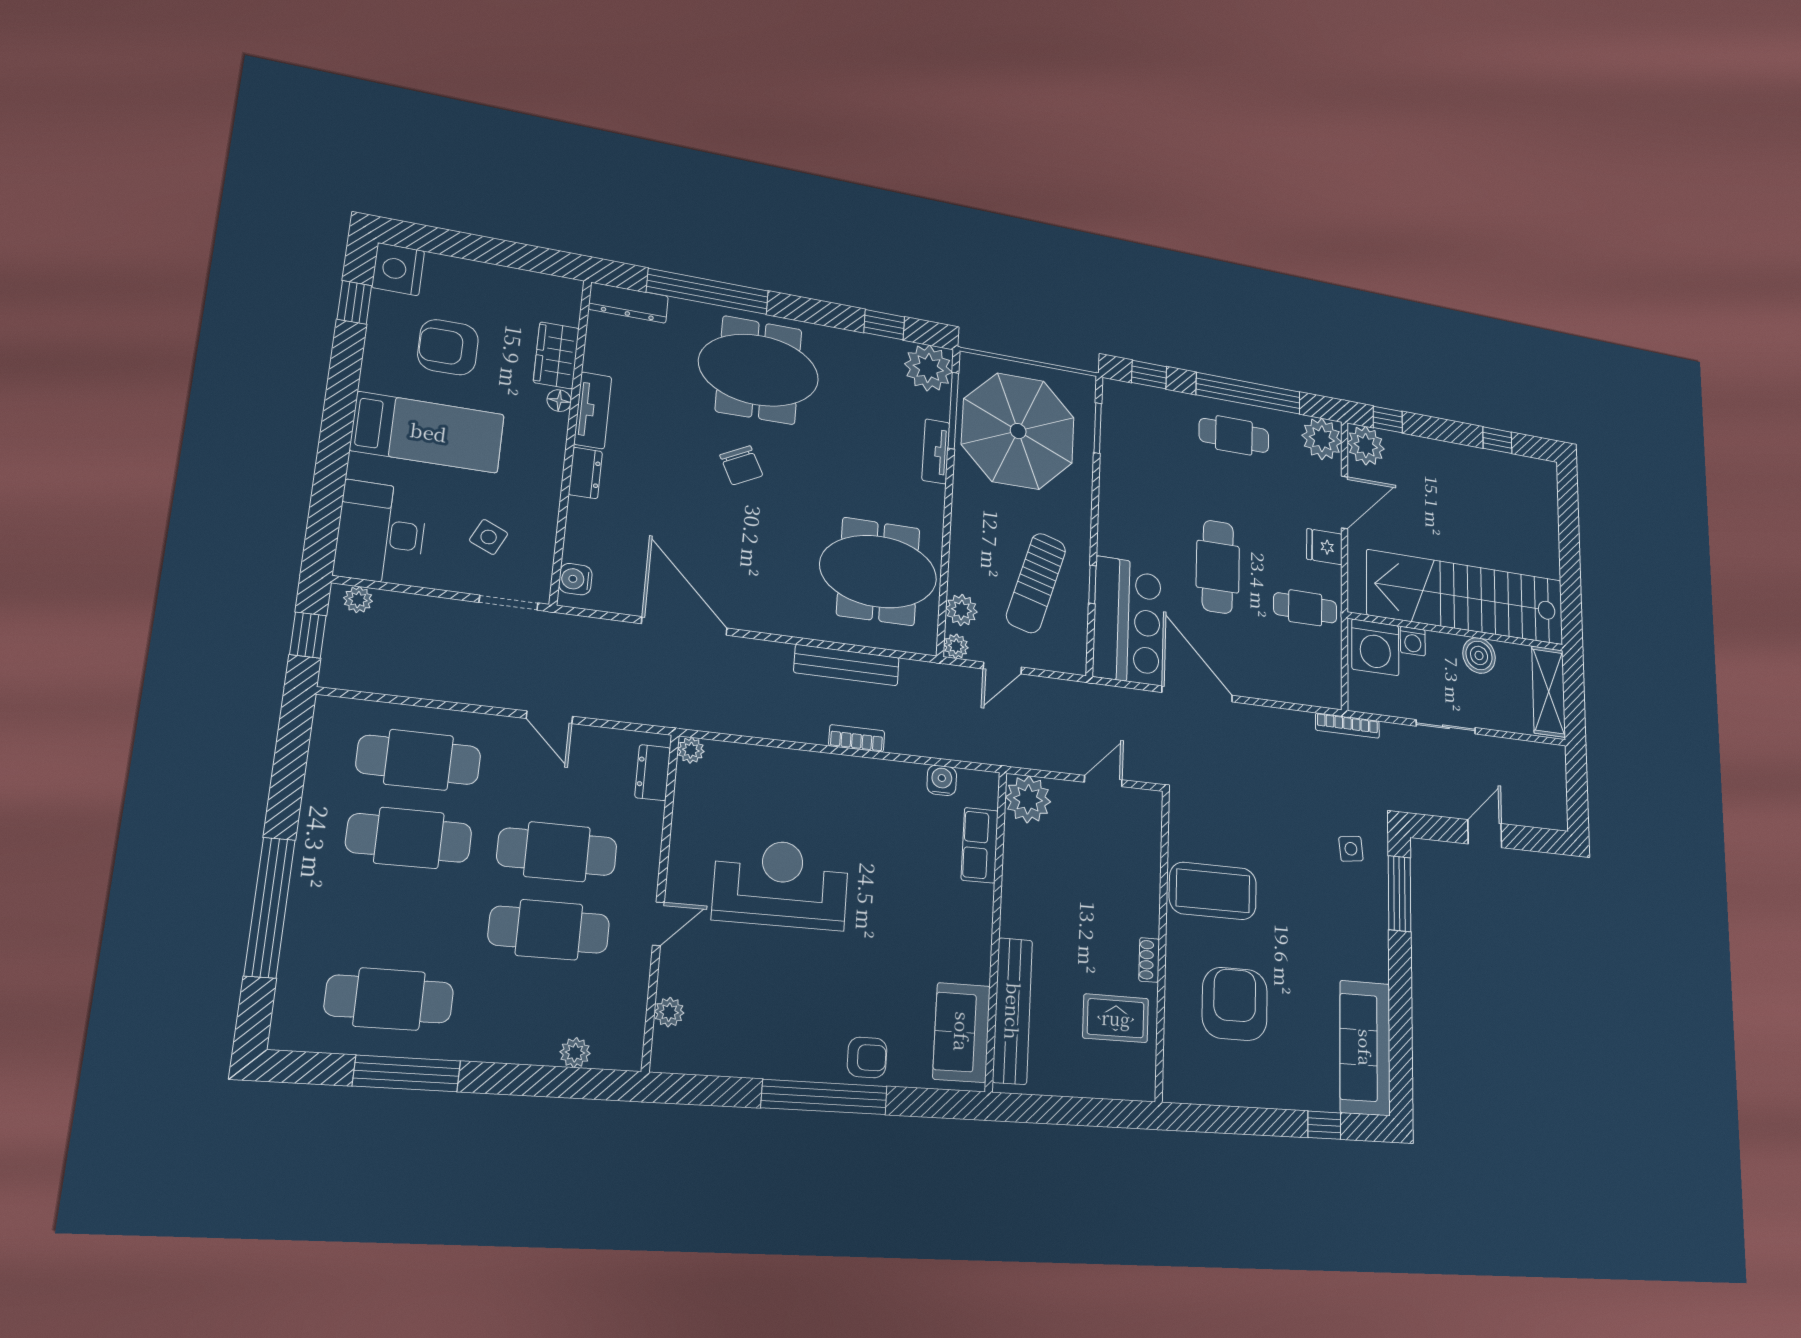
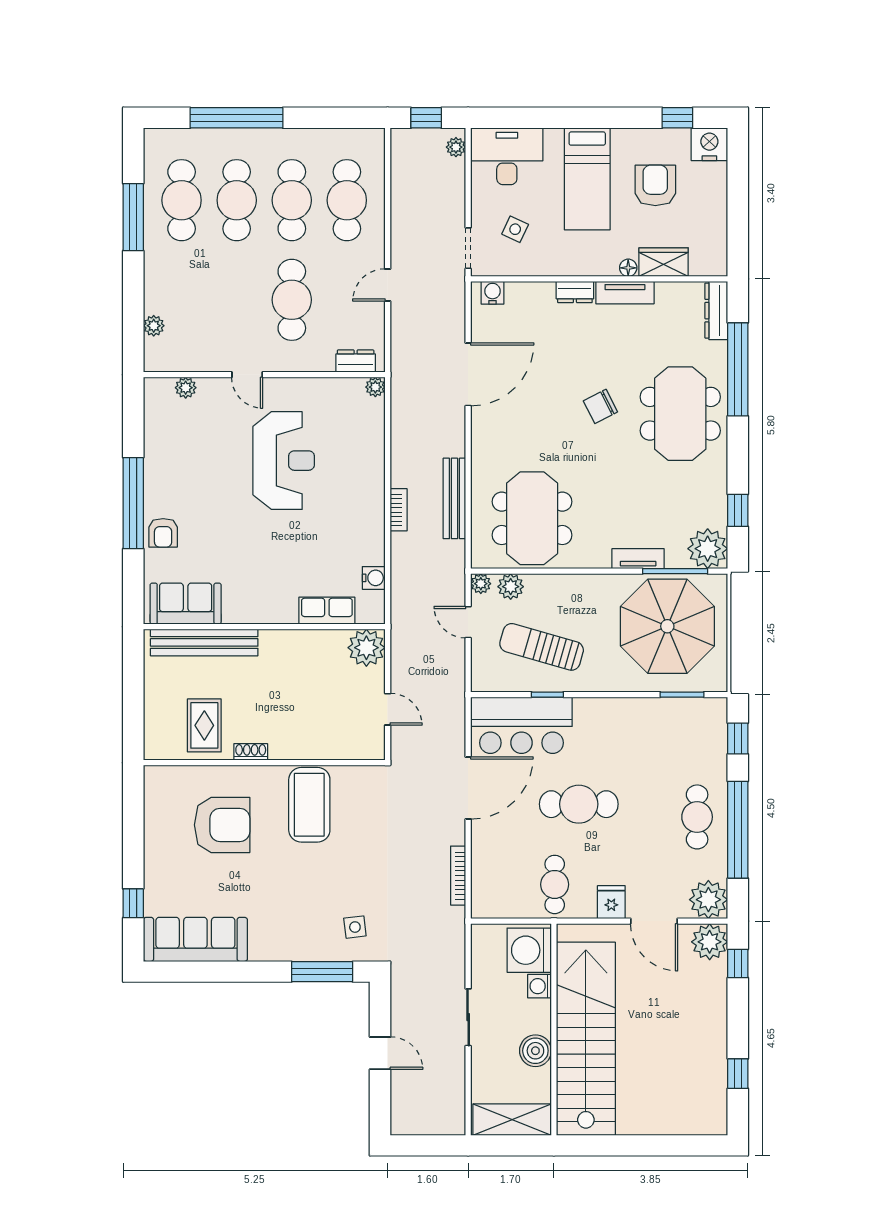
bookcase: (1347, 726) -> (458, 876), moved
cafe table: (549, 930) -> (237, 200), moved

